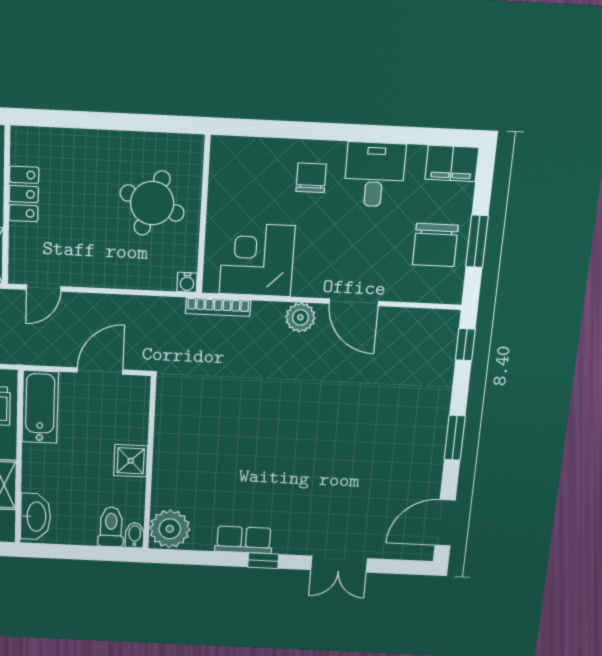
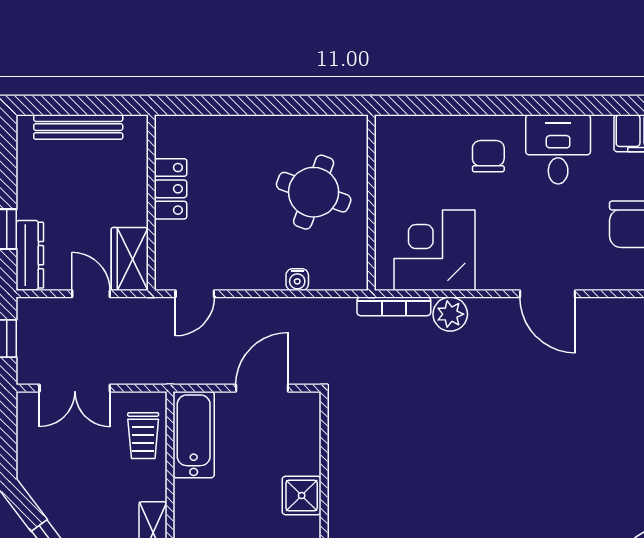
water cooler: (187, 282) -> (297, 280), moved
plant: (300, 317) -> (450, 314), moved

